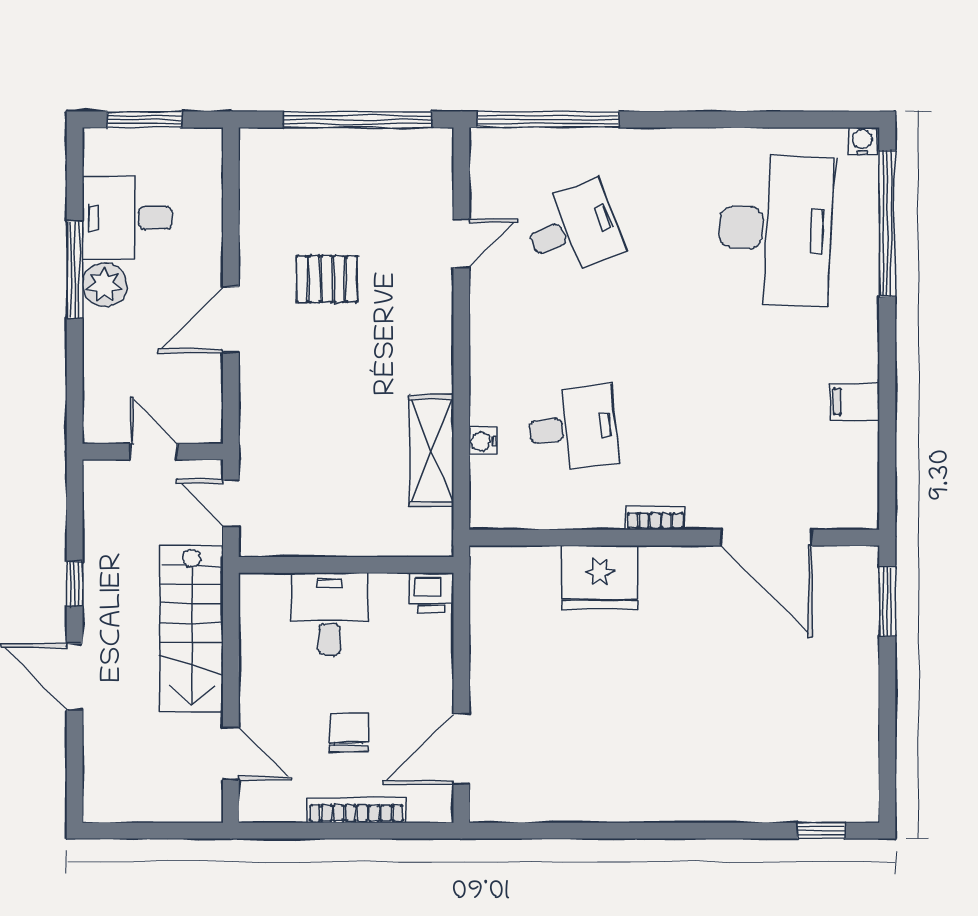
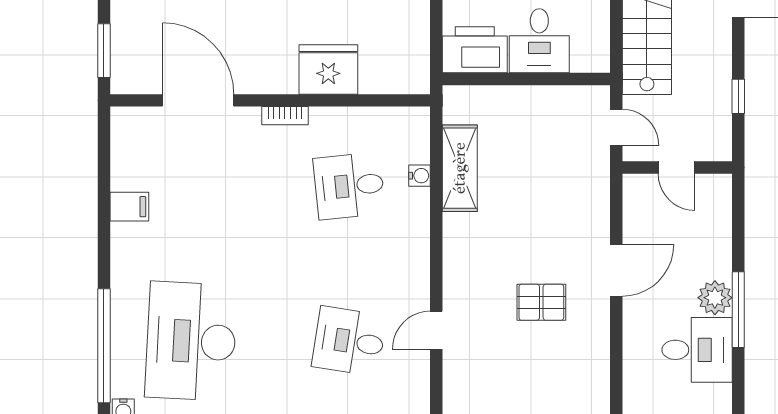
desk: (573, 229) -> (349, 341), turned 30
window: (75, 584) -> (738, 96), moved
printer: (431, 593) -> (475, 50), width x1.87, depth x1.48

